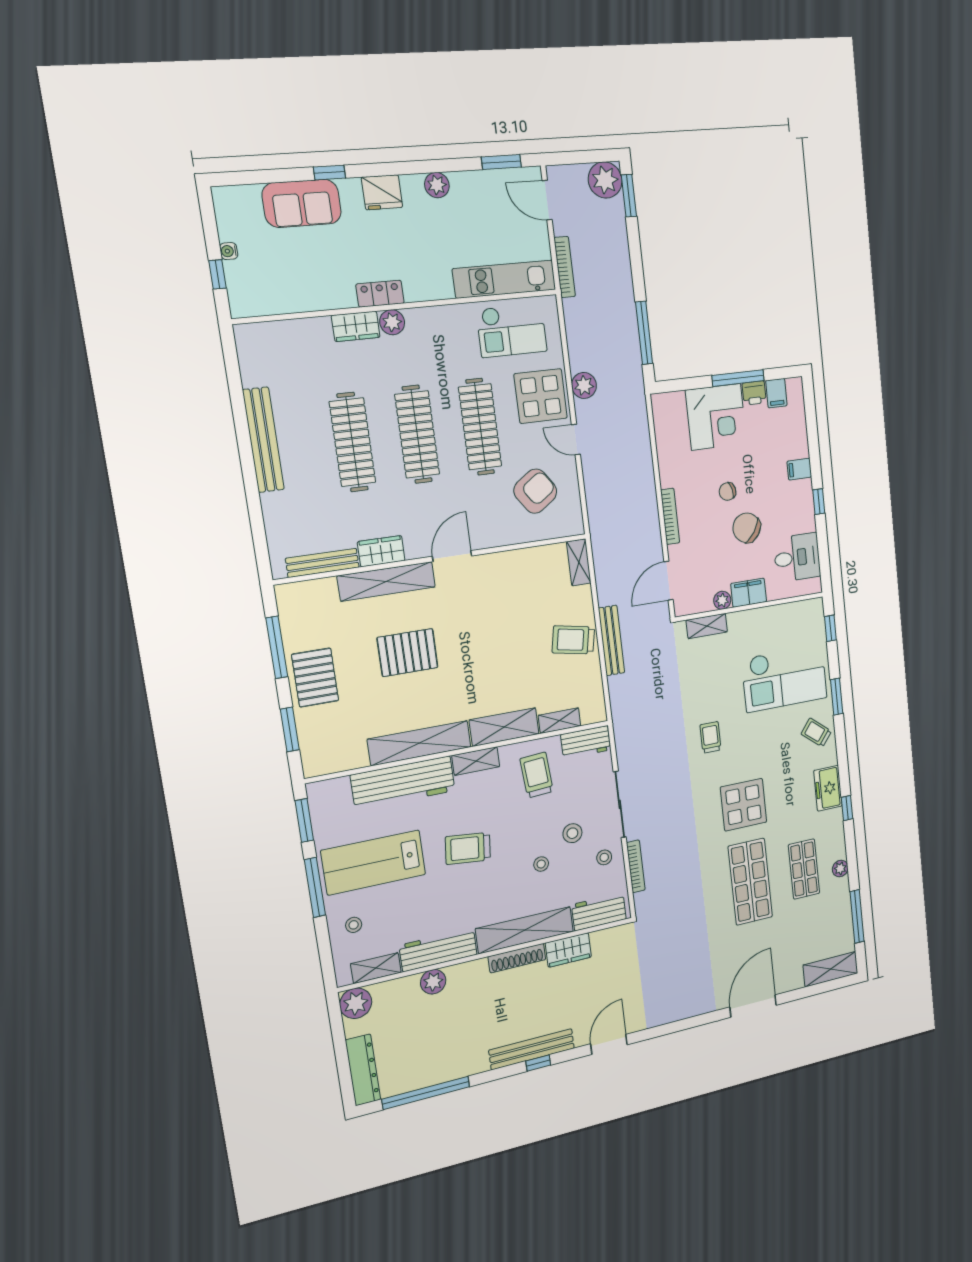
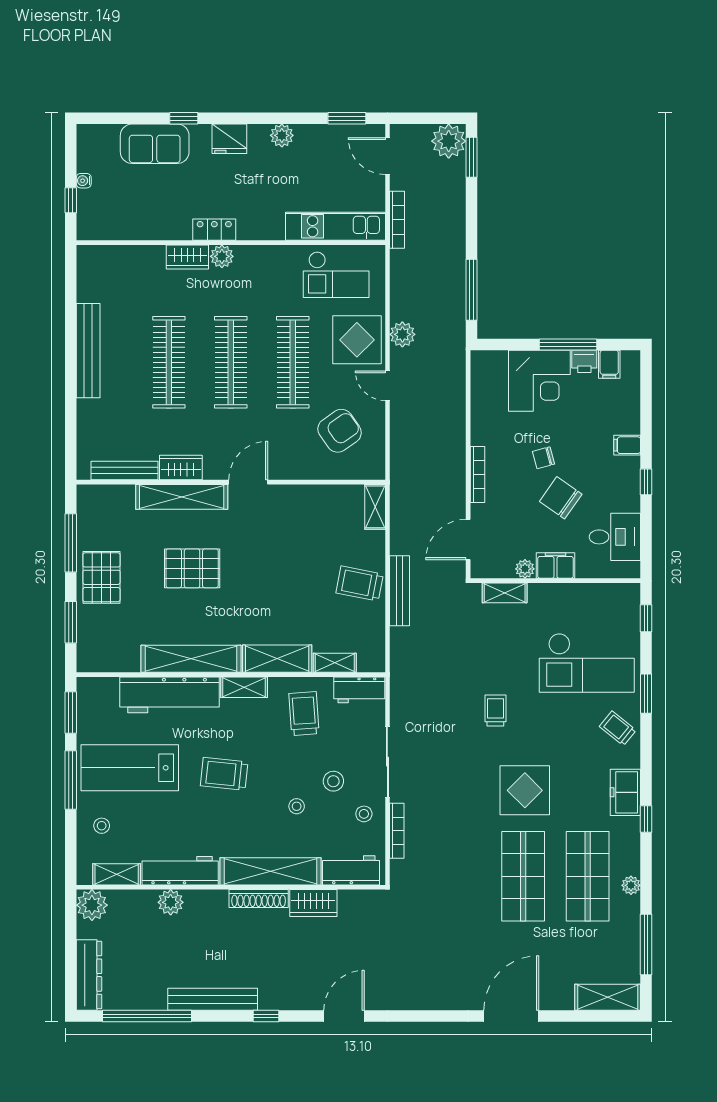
shop shelf: (804, 869) -> (588, 876), width x1.43, depth x1.36
bench: (532, 1049) -> (213, 999), moved

